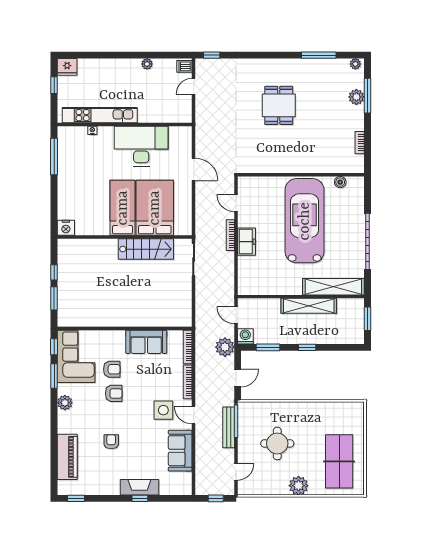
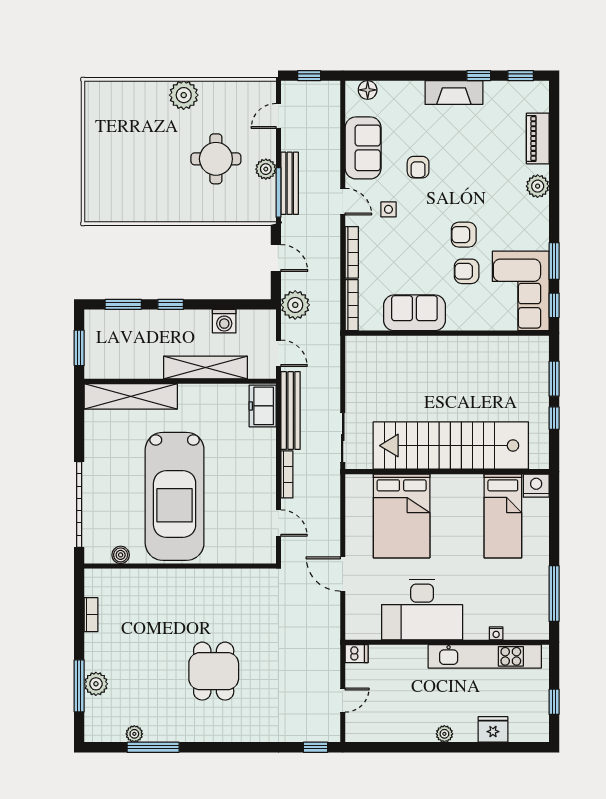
plant: (147, 64) -> (444, 734), moved
plant: (355, 64) -> (134, 734), moved
dishwasher: (184, 66) -> (357, 654), moved
fridge: (67, 67) -> (493, 729), moved
bed: (123, 208) -> (503, 516), moved
garage door: (367, 241) -> (79, 504), moved
freezer: (246, 242) -> (263, 406), moved
stairs: (146, 249) -> (451, 446), width x1.86, depth x1.51
bench: (228, 277) -> (291, 411), added
shelving: (309, 306) -> (206, 368), moved
washing machine: (245, 336) -> (224, 321), moved
window: (268, 347) -> (123, 304), moved
door: (238, 378) -> (276, 258), swing flipped
plant: (65, 403) -> (538, 186), moved
side table: (163, 410) -> (388, 209), width x0.54, depth x0.54
plant: (244, 437) -> (266, 169), added
armchair: (111, 442) -> (418, 167), moved
piano: (67, 457) -> (538, 139), width x0.73, depth x0.75
table tennis table: (339, 461) -> (122, 132), removed
fireplace: (139, 487) -> (454, 93), moved
floor lamp: (177, 489) -> (368, 90), added
window: (140, 498) -> (479, 76), moved

